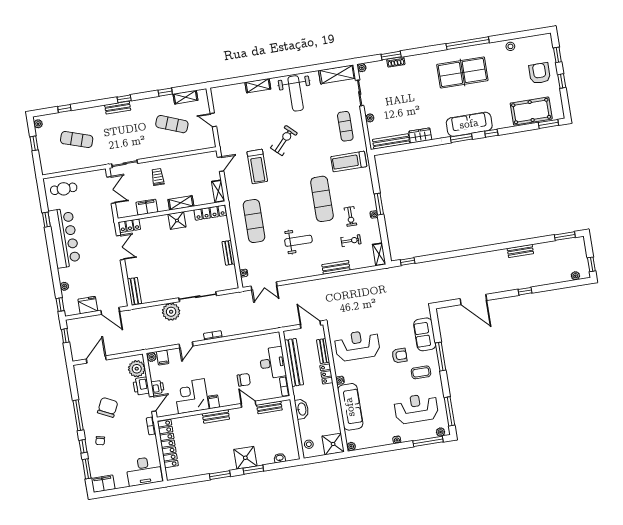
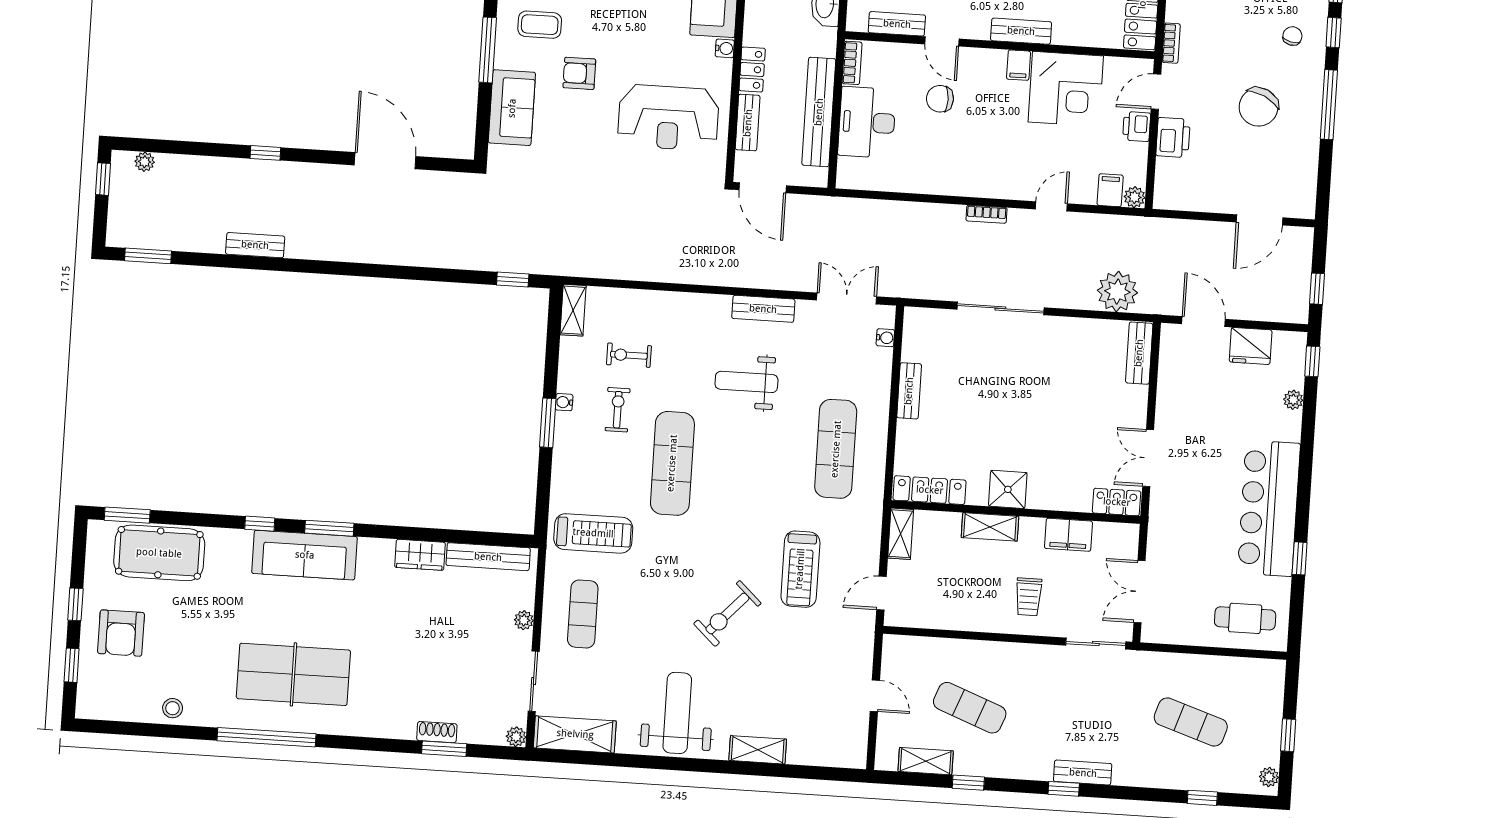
treadmill: (257, 166) -> (800, 569), turned 180
bench: (336, 267) -> (763, 309), moved
plant: (171, 312) -> (1117, 292), moved
plant: (137, 369) -> (1174, 178), removed

